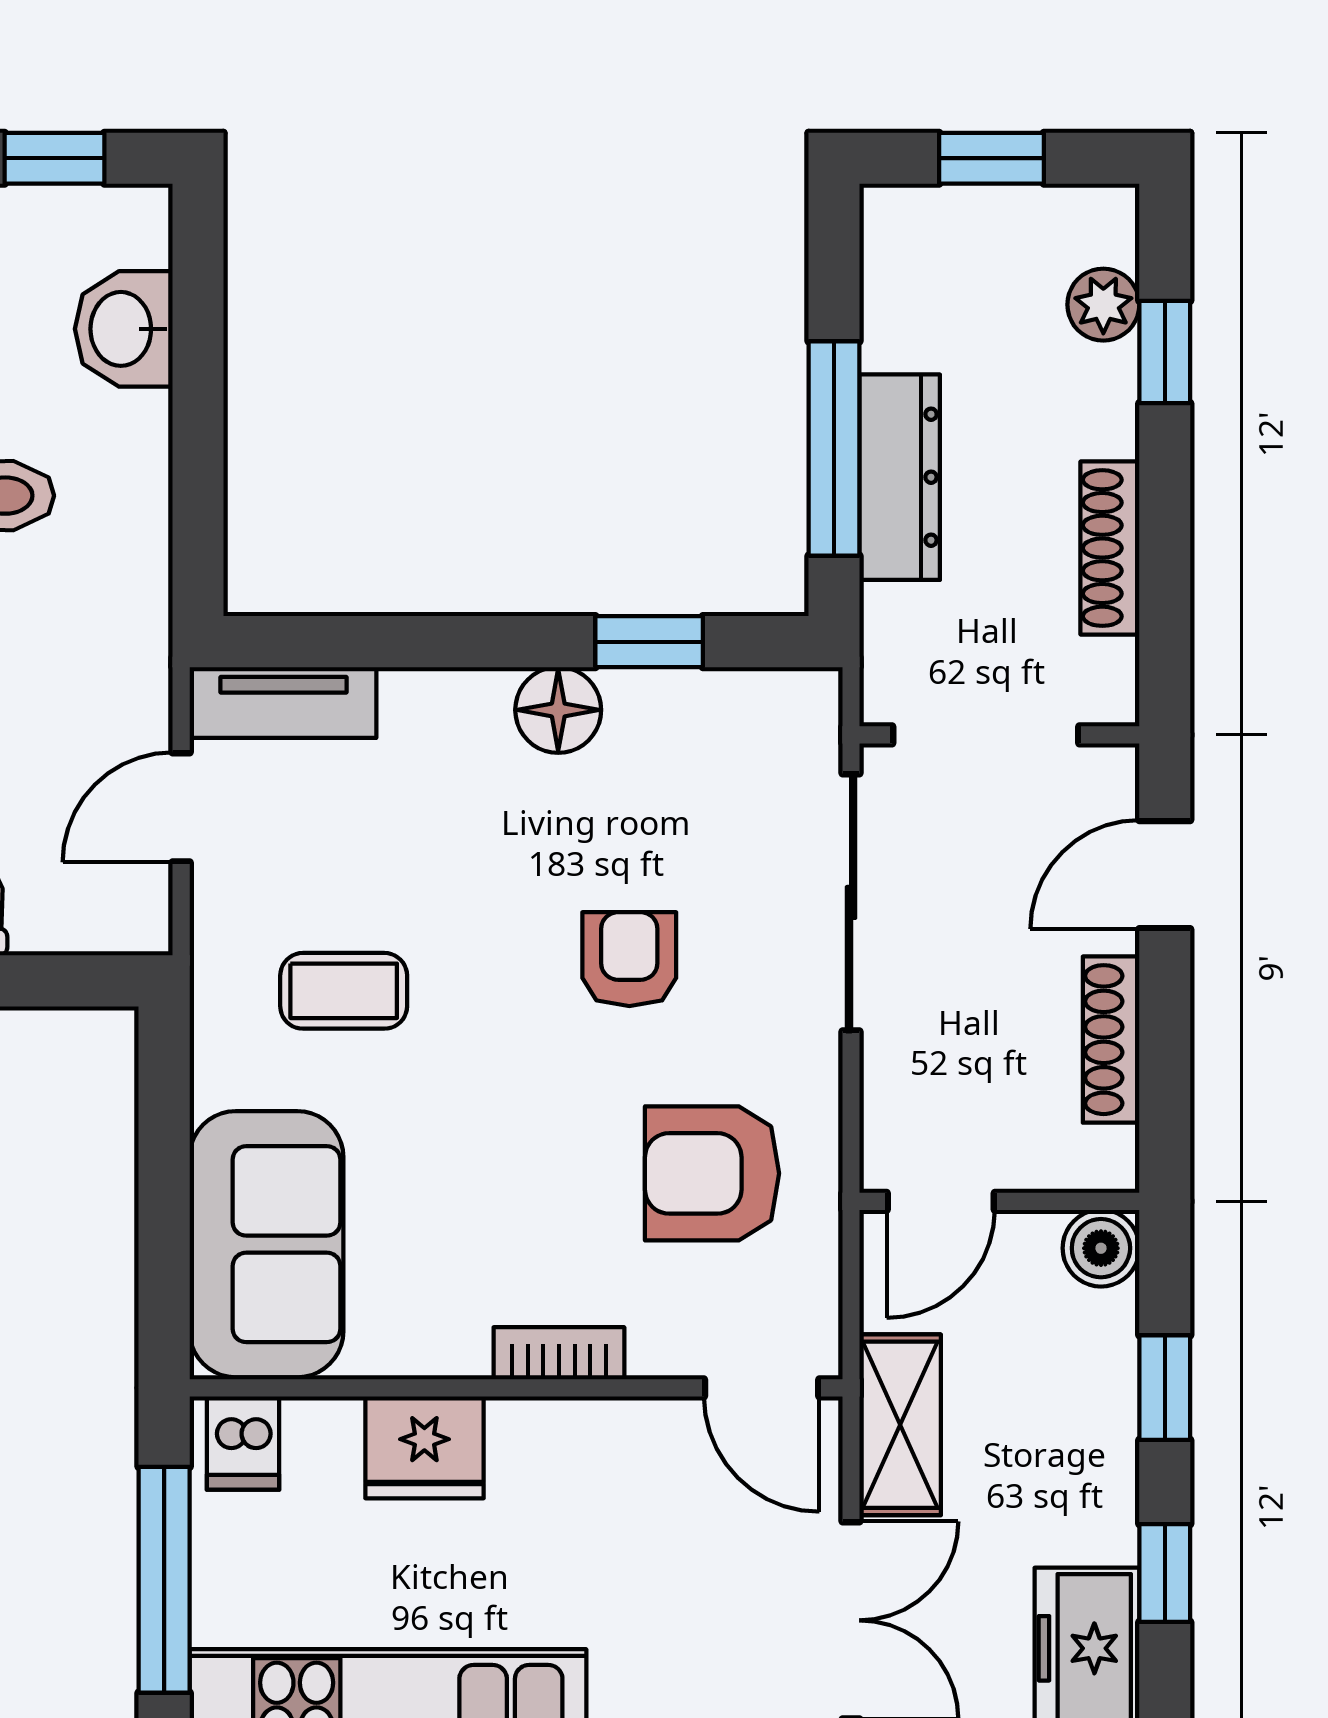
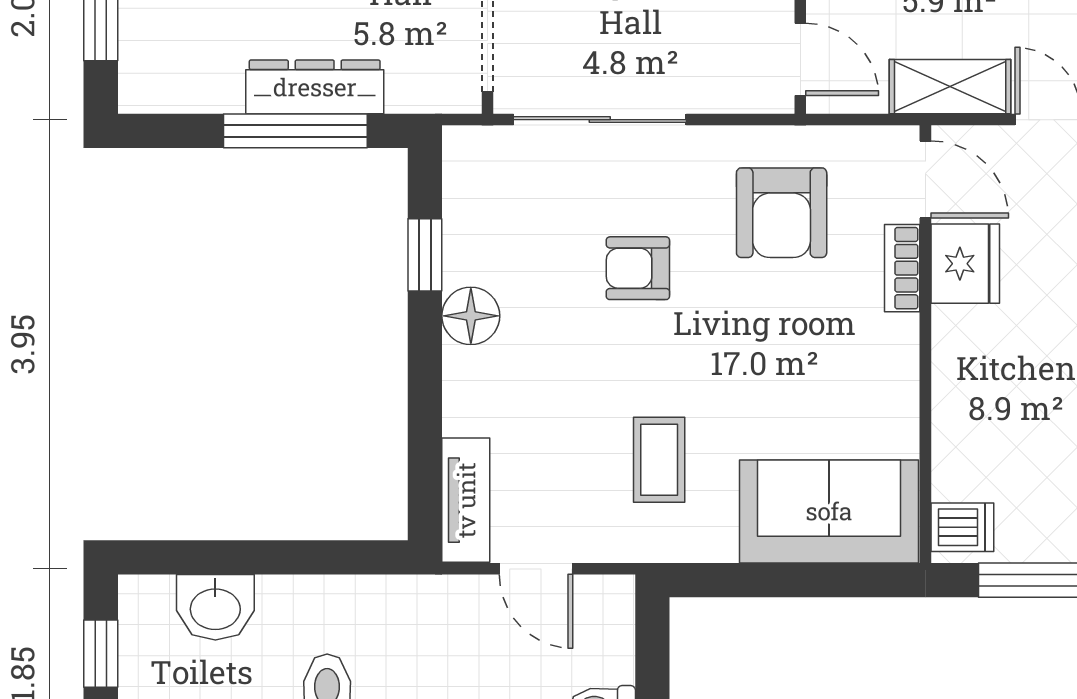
bookcase: (559, 1353) -> (902, 268), moved
door: (762, 1388) -> (925, 179), hinge flipped
fridge: (424, 1447) -> (965, 264), moved

